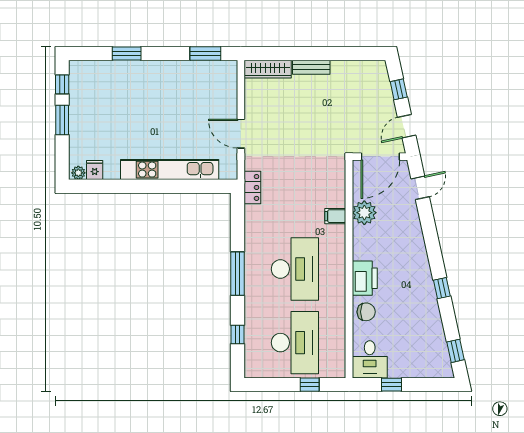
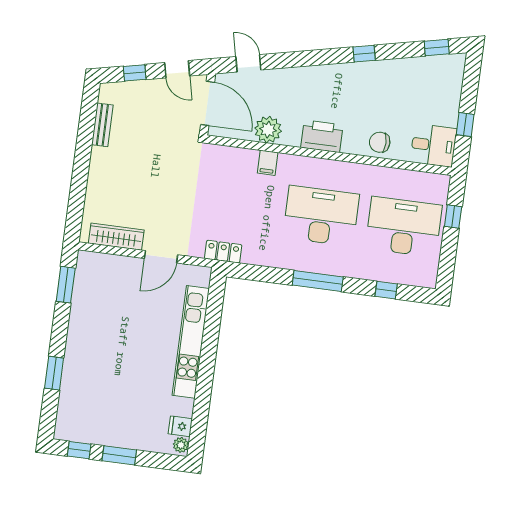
bench: (311, 67) -> (102, 125), moved
wardrobe: (268, 69) -> (116, 237), moved, turned -90
printer: (365, 278) -> (322, 136), moved
chair: (366, 312) -> (380, 142), turned -90

